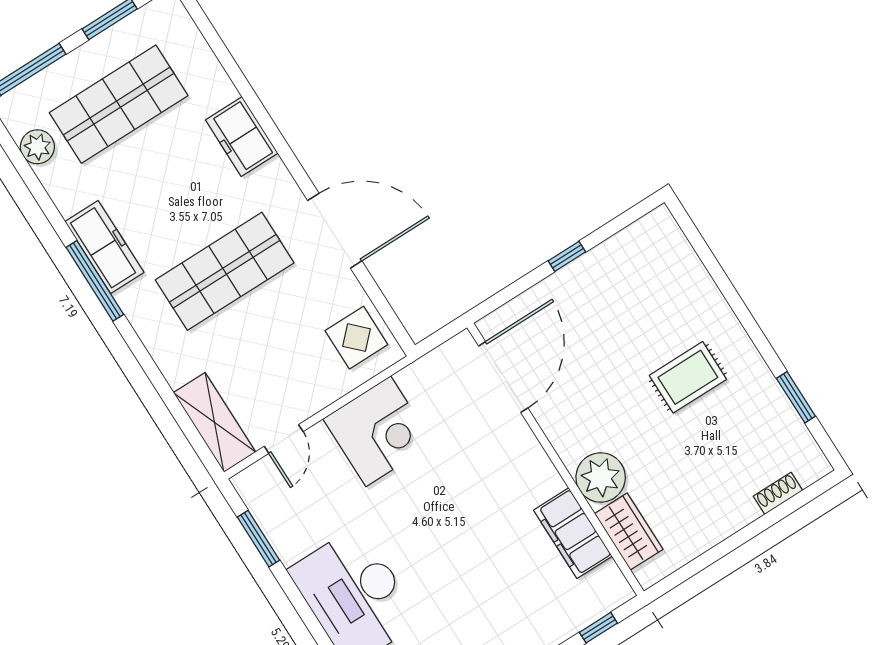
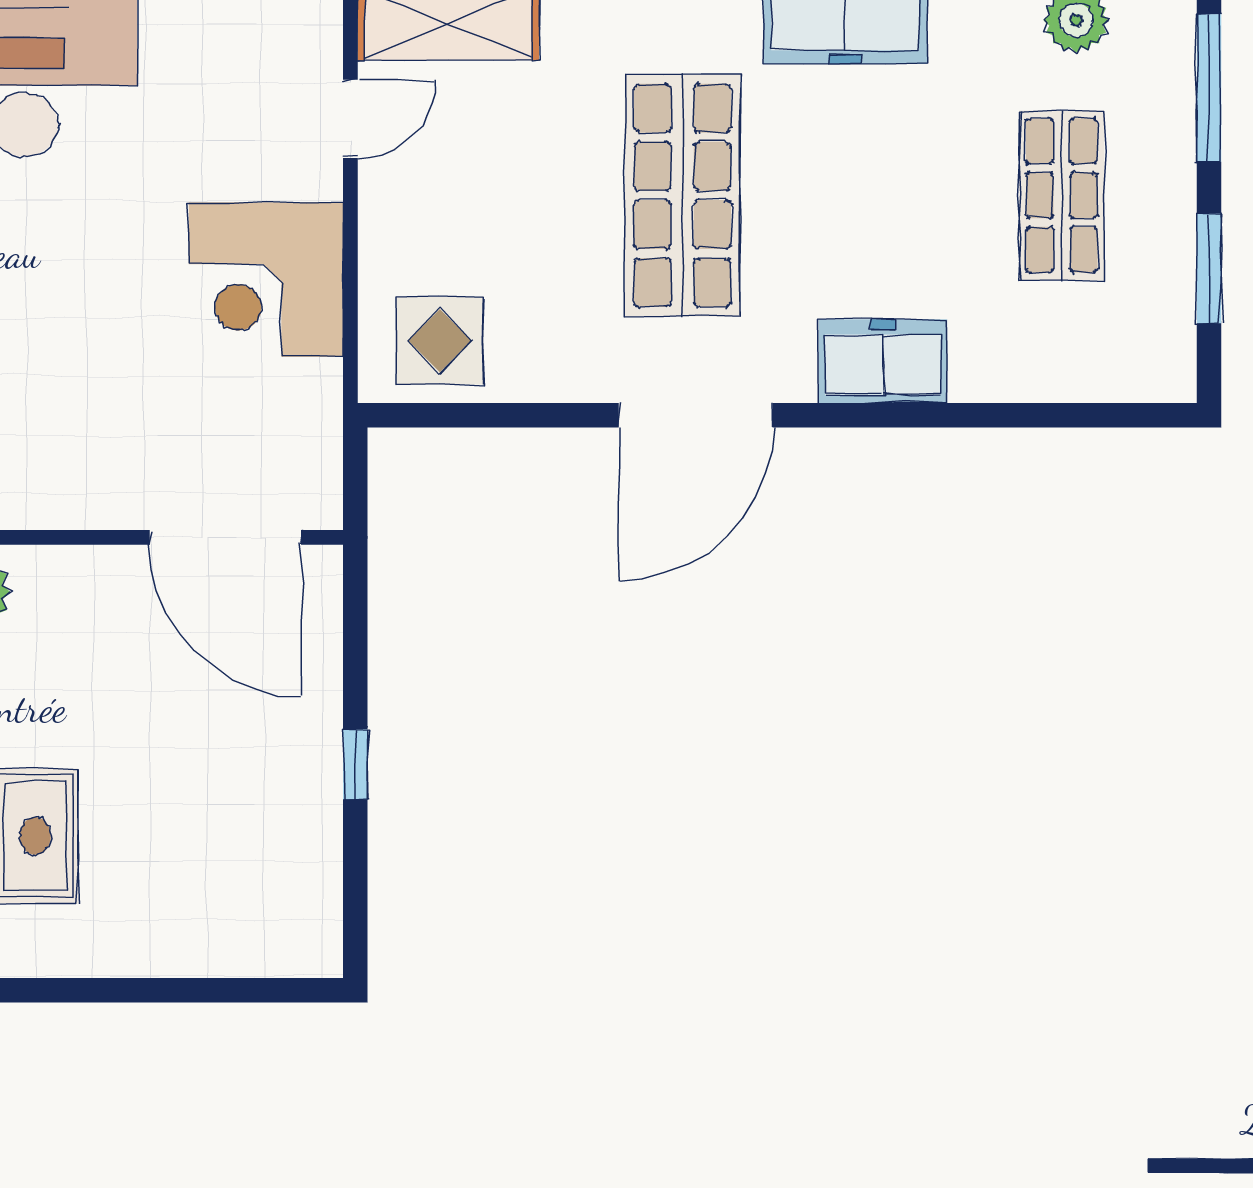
shop shelf: (119, 104) -> (1062, 195), width x0.70, depth x0.74
door: (335, 231) -> (696, 415), moved
door: (284, 439) -> (350, 119), swing flipped

